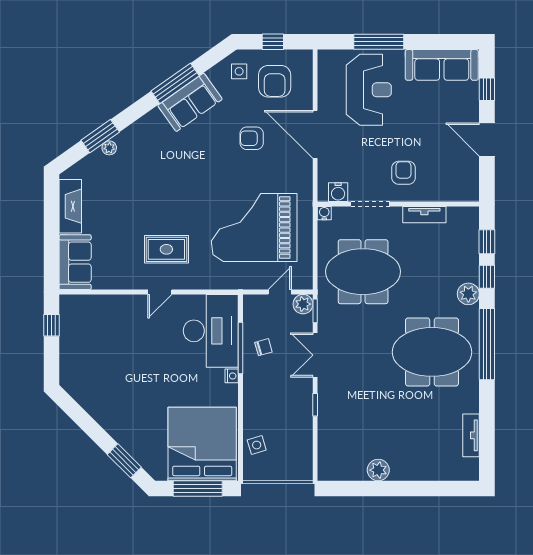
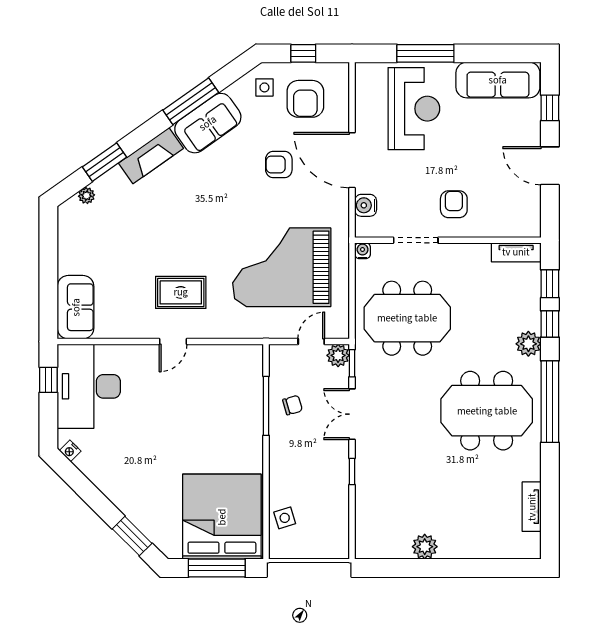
plant: (109, 148) -> (87, 196), moved
water cooler: (338, 192) -> (366, 205), moved, turned 90
fireplace: (70, 206) -> (151, 156), moved, turned 55
tv unit: (424, 215) -> (516, 252), moved
desk: (211, 331) -> (89, 386), moved, turned 180
nightstand: (232, 376) -> (70, 451), moved, turned 135

